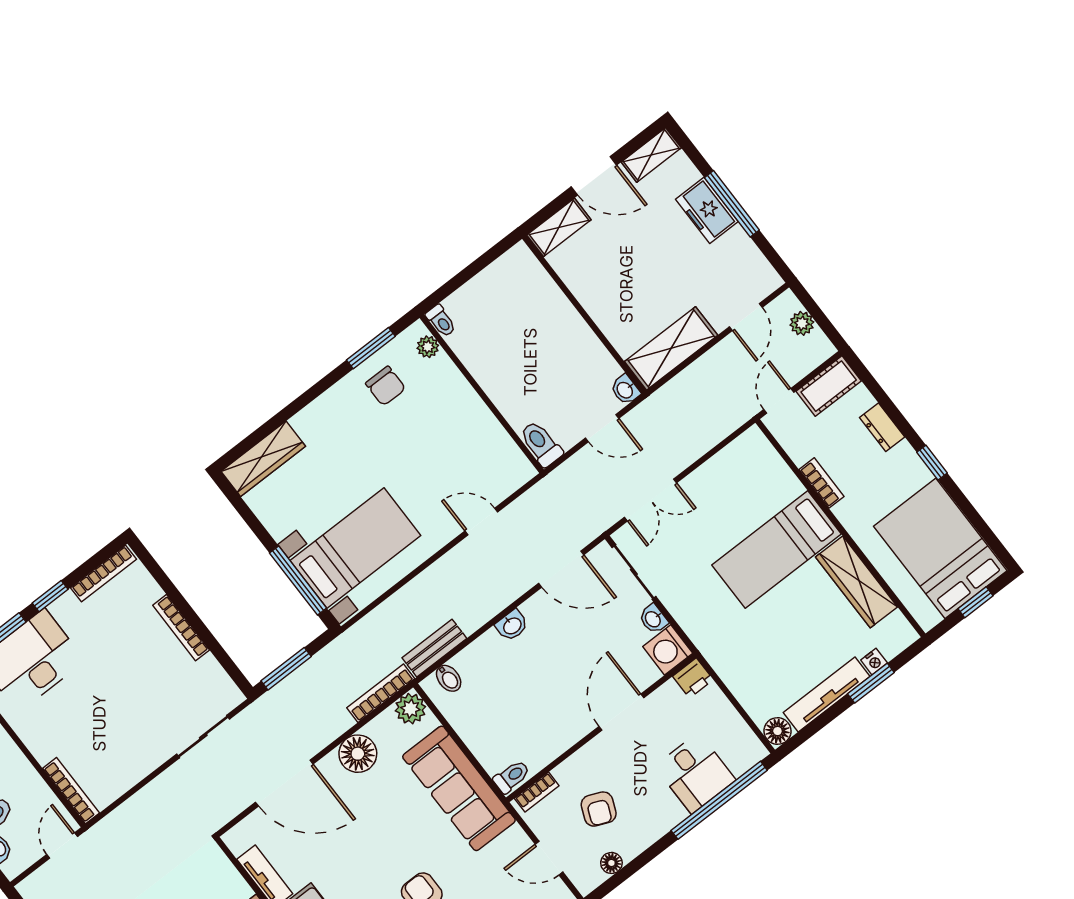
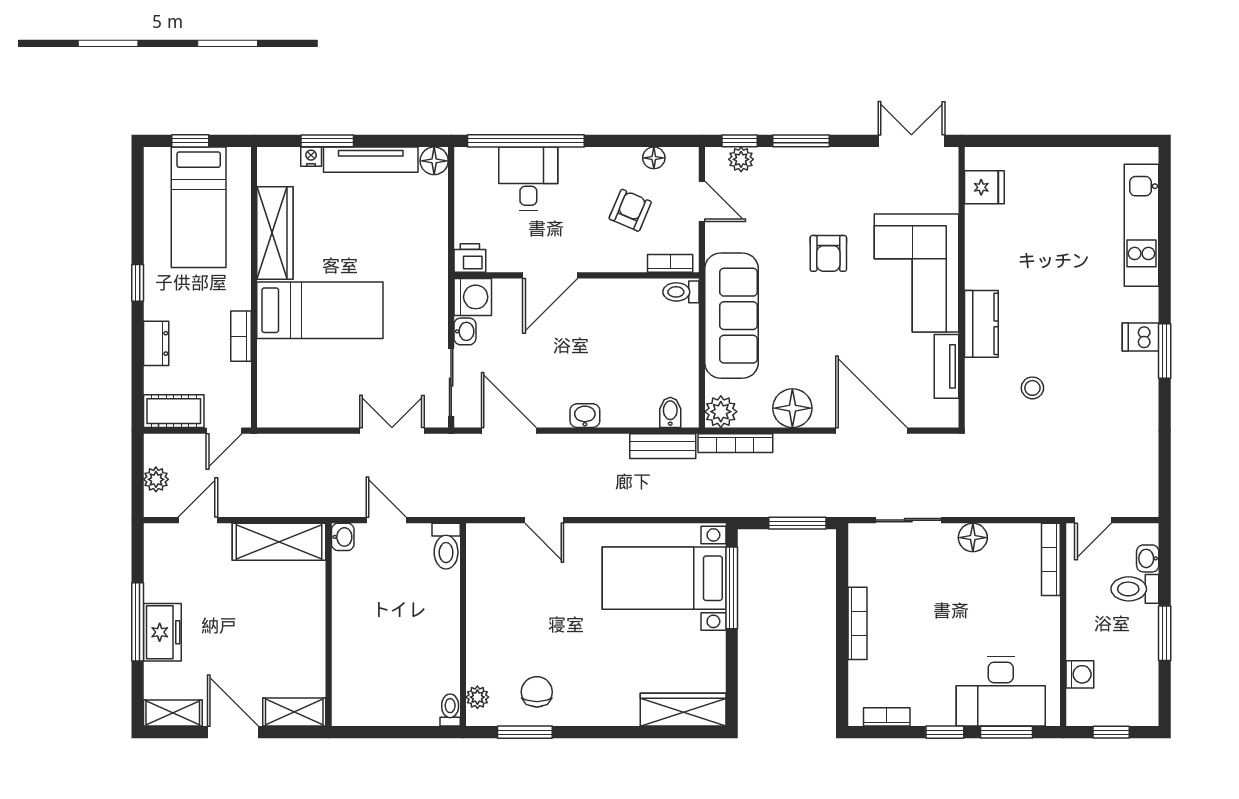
bed: (940, 548) -> (199, 207), width x0.67
bookcase: (103, 573) -> (887, 717), width x0.64
floor lamp: (144, 761) -> (973, 538), added

